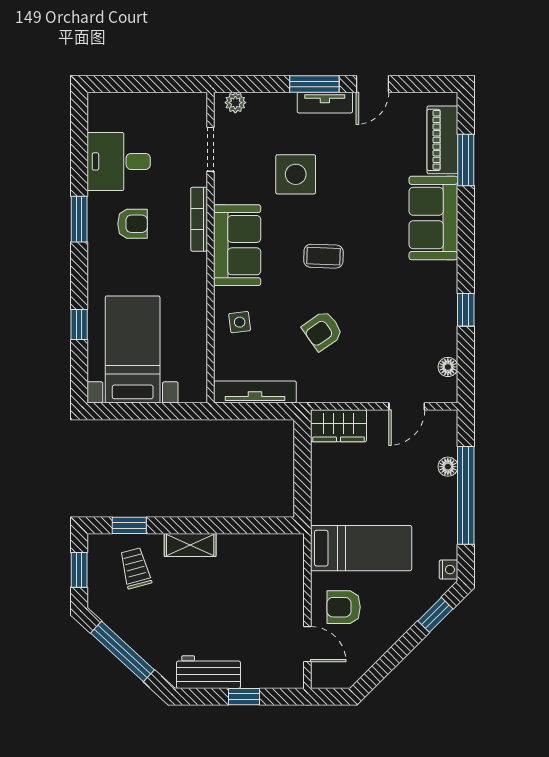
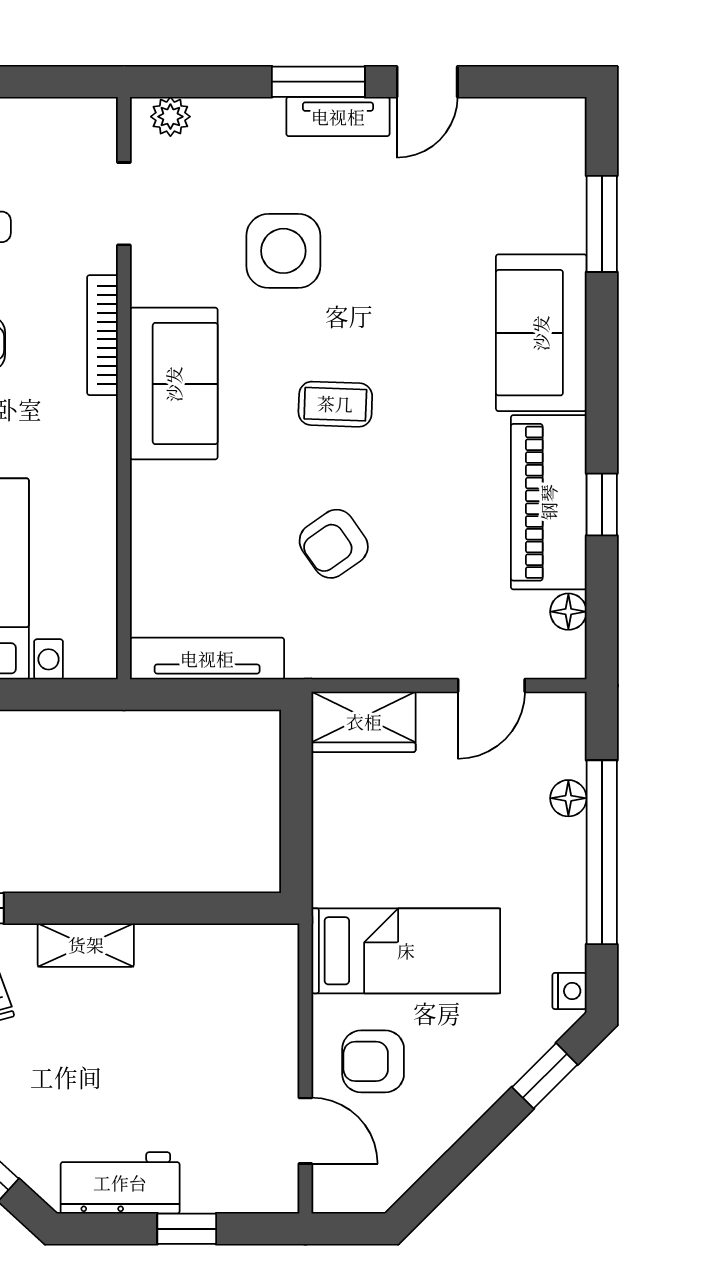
piano: (442, 140) -> (549, 502), moved, width x1.37, depth x1.33
side table: (240, 322) -> (178, 528), removed

